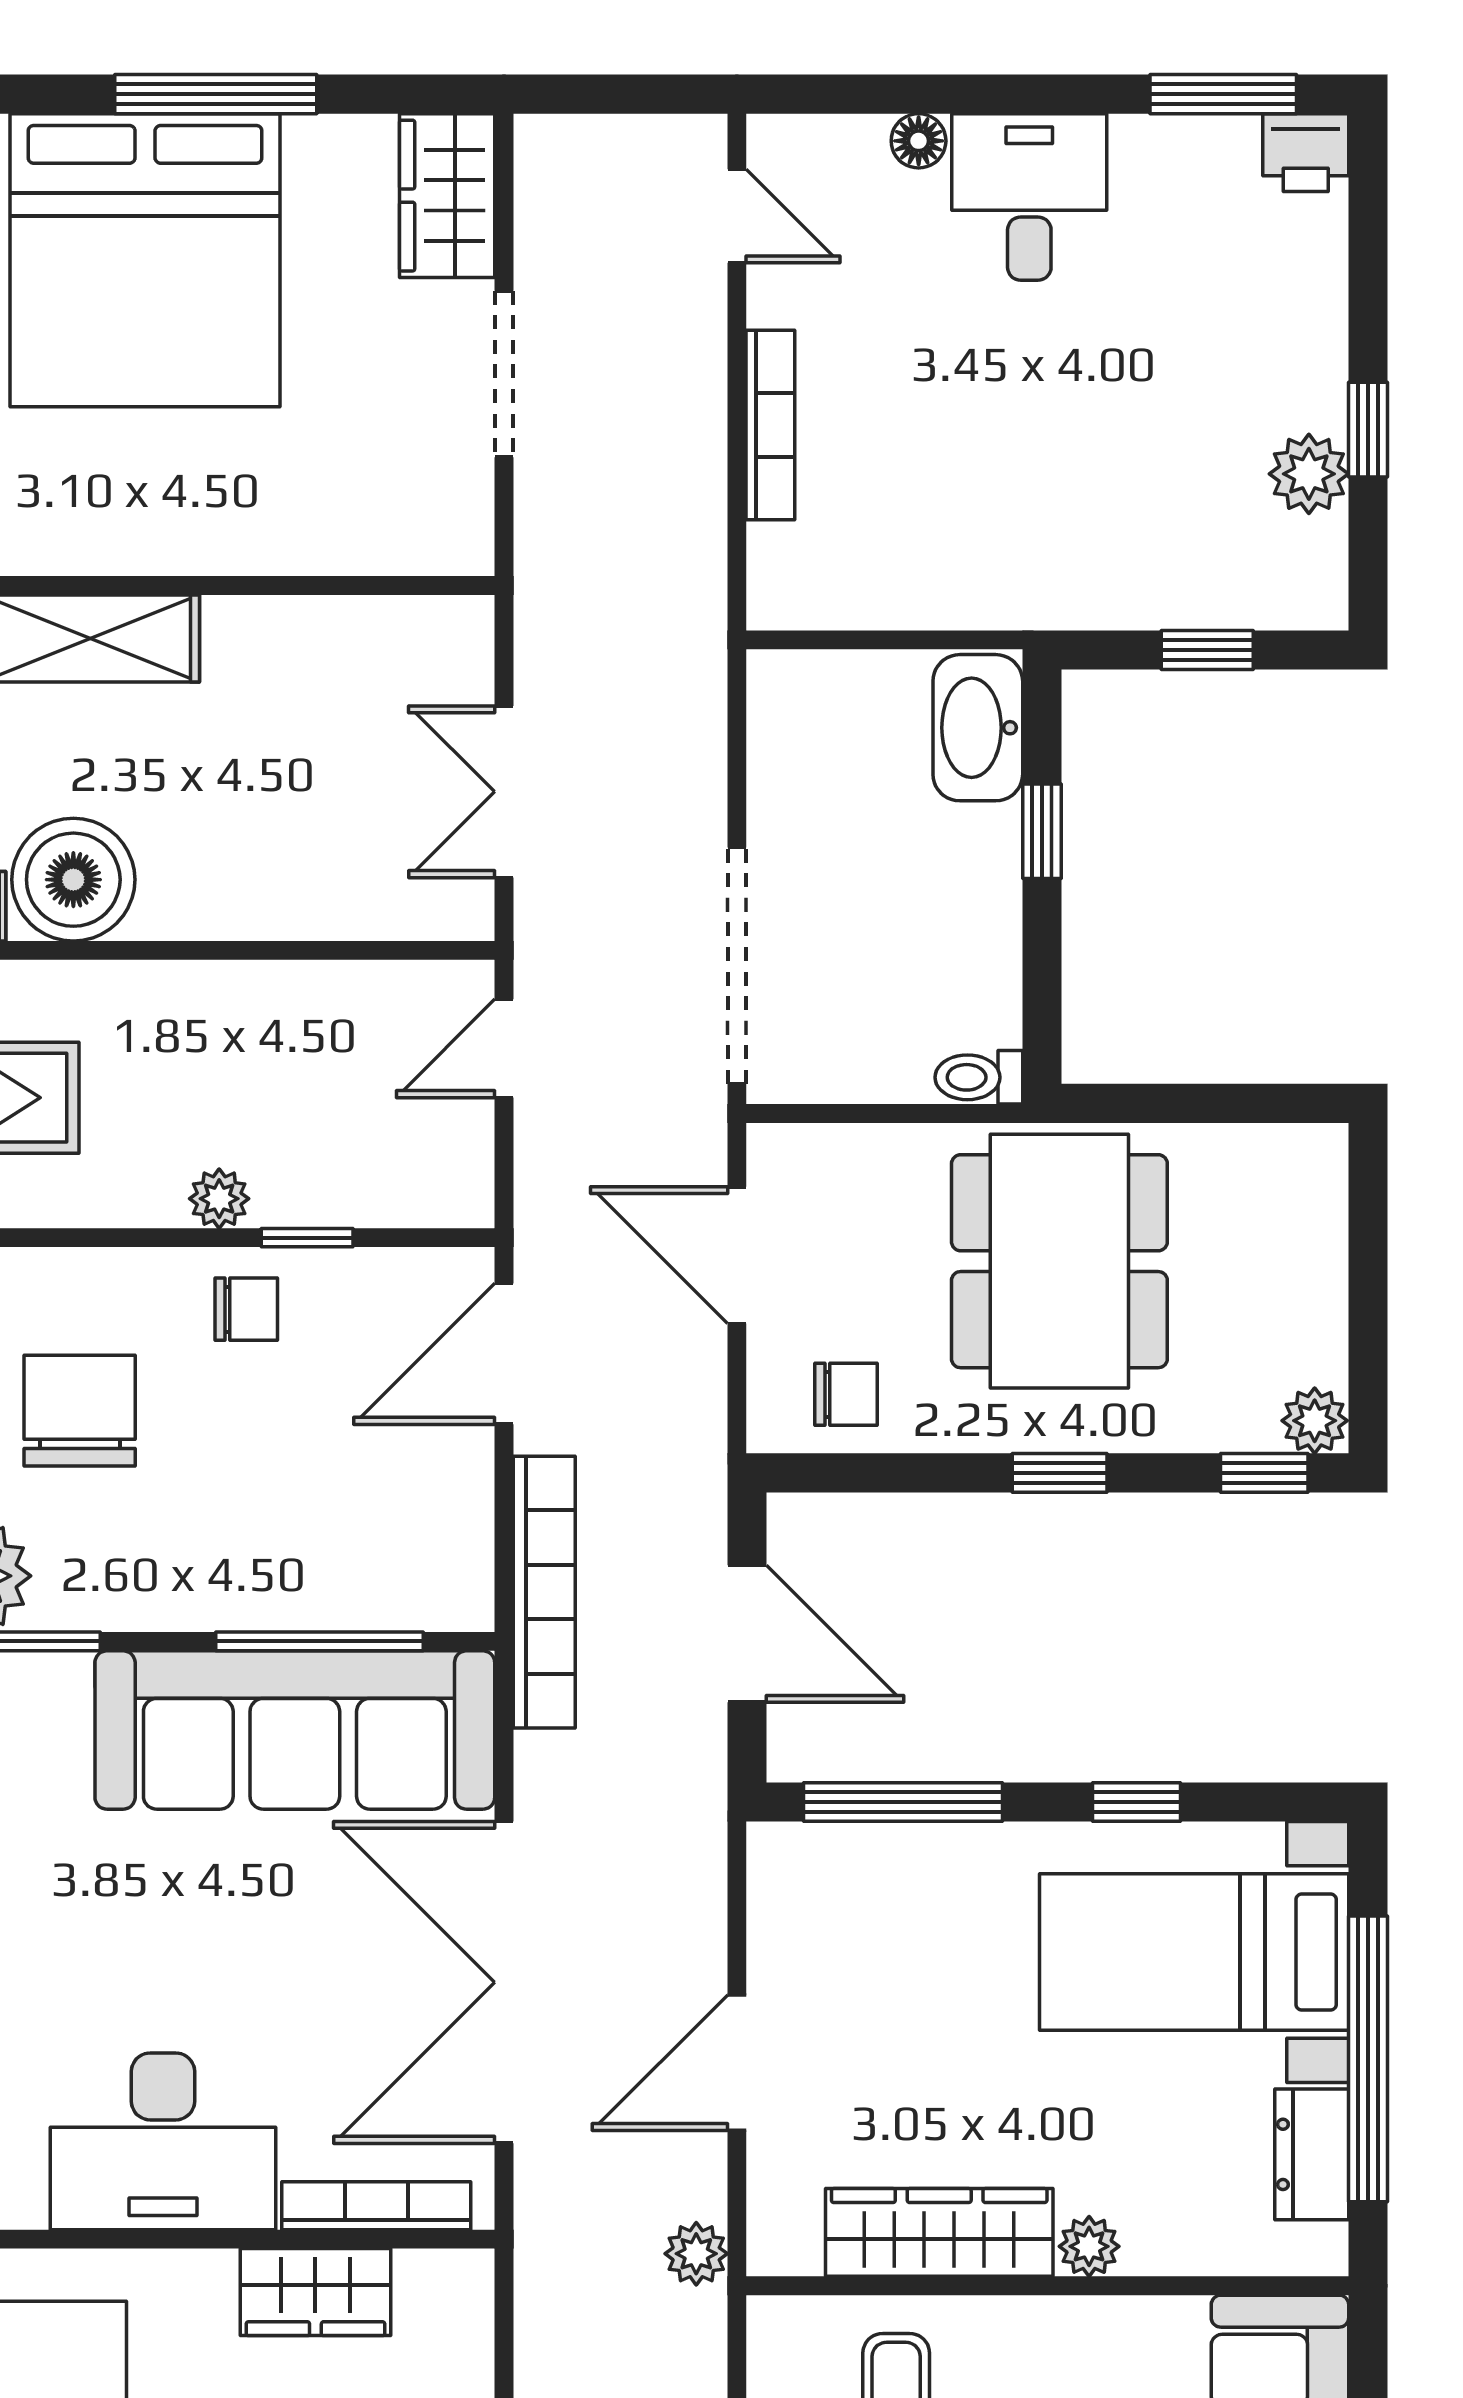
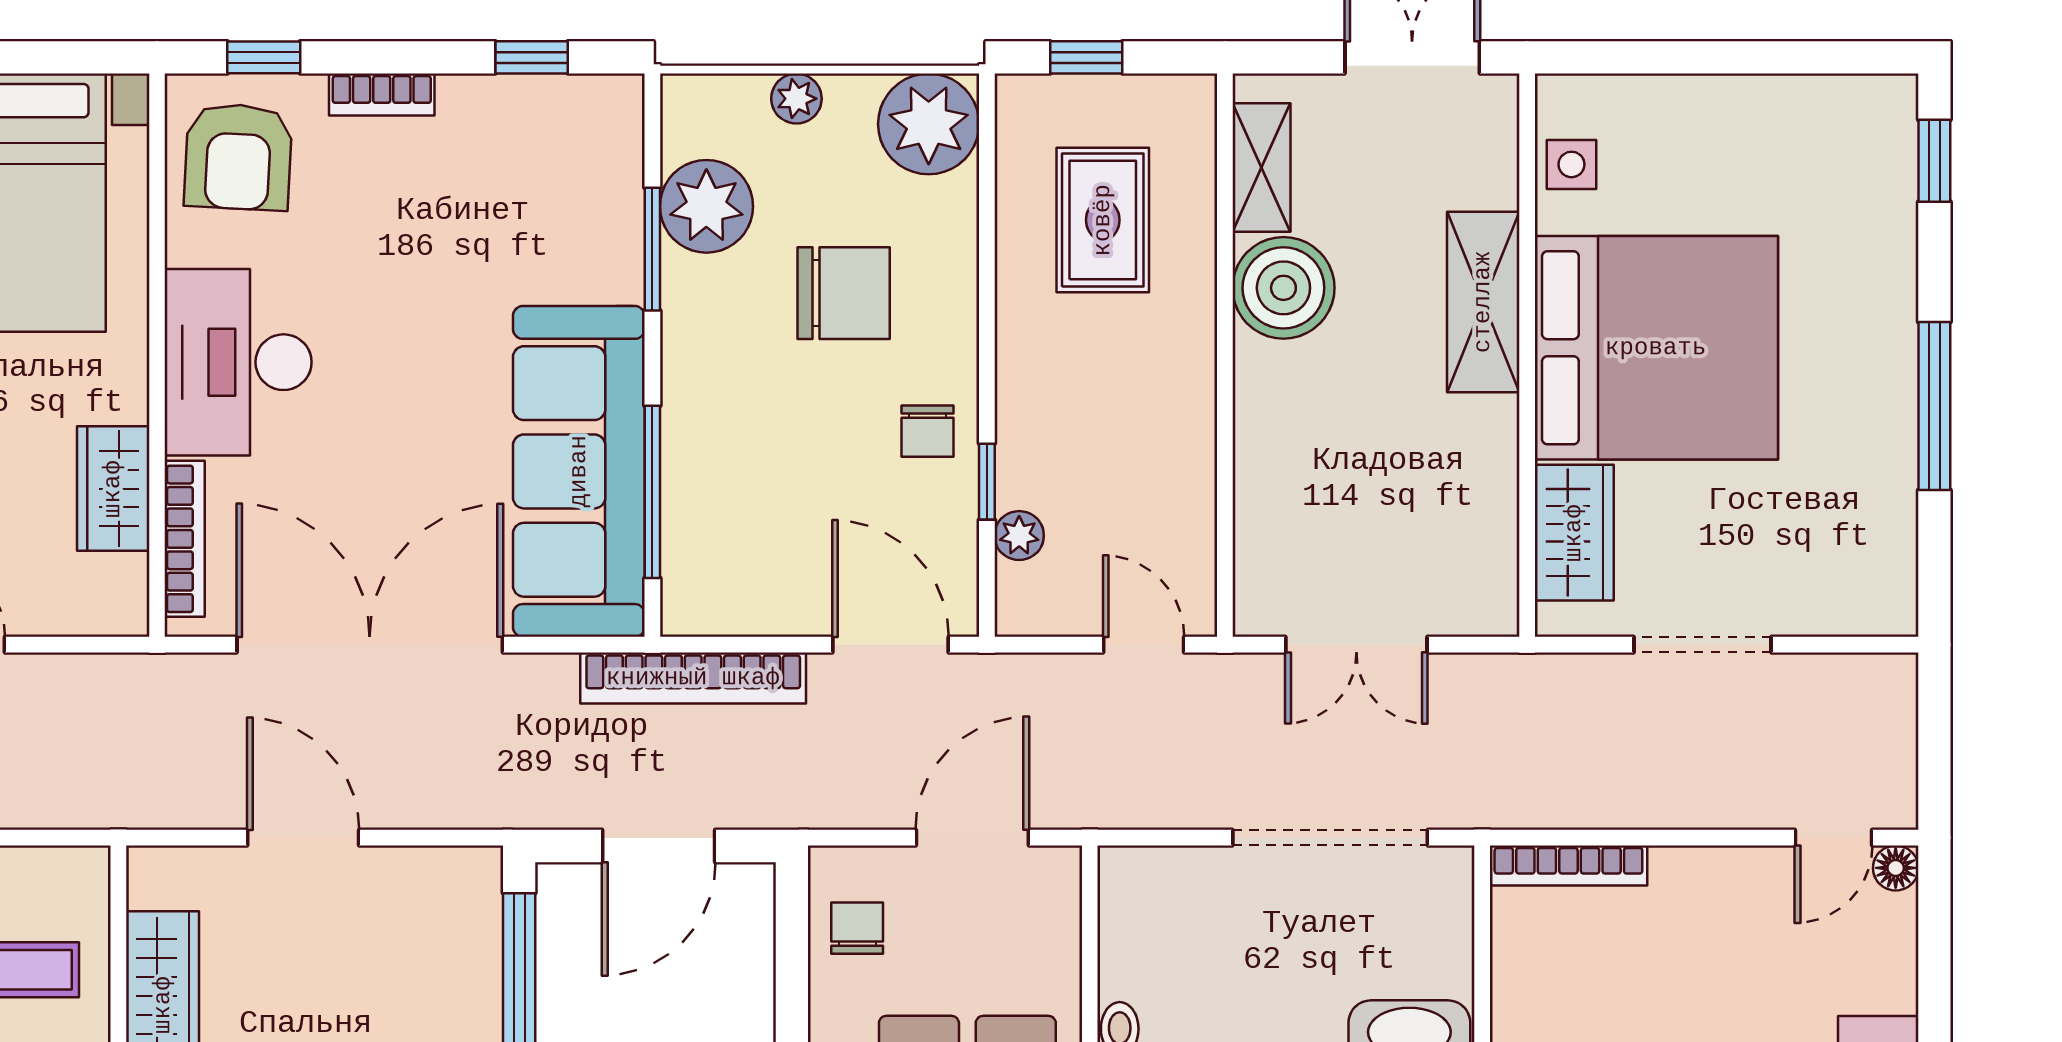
floor lamp: (919, 141) -> (1896, 868), moved
wardrobe: (447, 196) -> (1574, 533), moved, turned 90
bed: (145, 260) -> (1656, 348), moved, turned 180
bookcase: (770, 425) -> (1568, 866), moved
double door: (504, 792) -> (1356, 645), swing flipped
doorway: (737, 966) -> (1330, 838), moved
plant: (219, 1199) -> (1019, 536), moved
chair: (846, 1394) -> (857, 928), turned 180
plant: (696, 2254) -> (145, 804), removed

